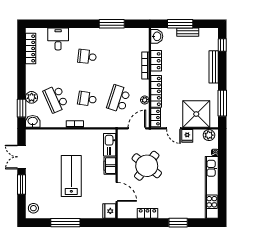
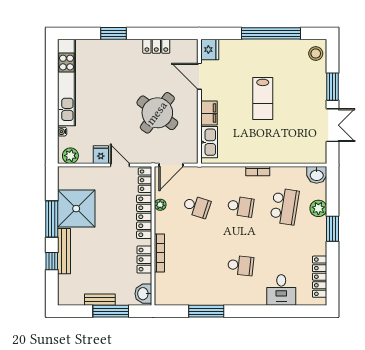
window: (222, 45) -> (52, 261), moved
school desk: (56, 99) -> (285, 206), turned 33
school desk: (119, 99) -> (197, 206), width x0.54
window: (222, 103) -> (52, 219), moved
window: (21, 108) -> (332, 229), moved
shower: (196, 114) -> (76, 209), moved
lab bench: (71, 176) -> (263, 98), width x0.73, depth x0.72
window: (65, 223) -> (271, 33), width x1.46

